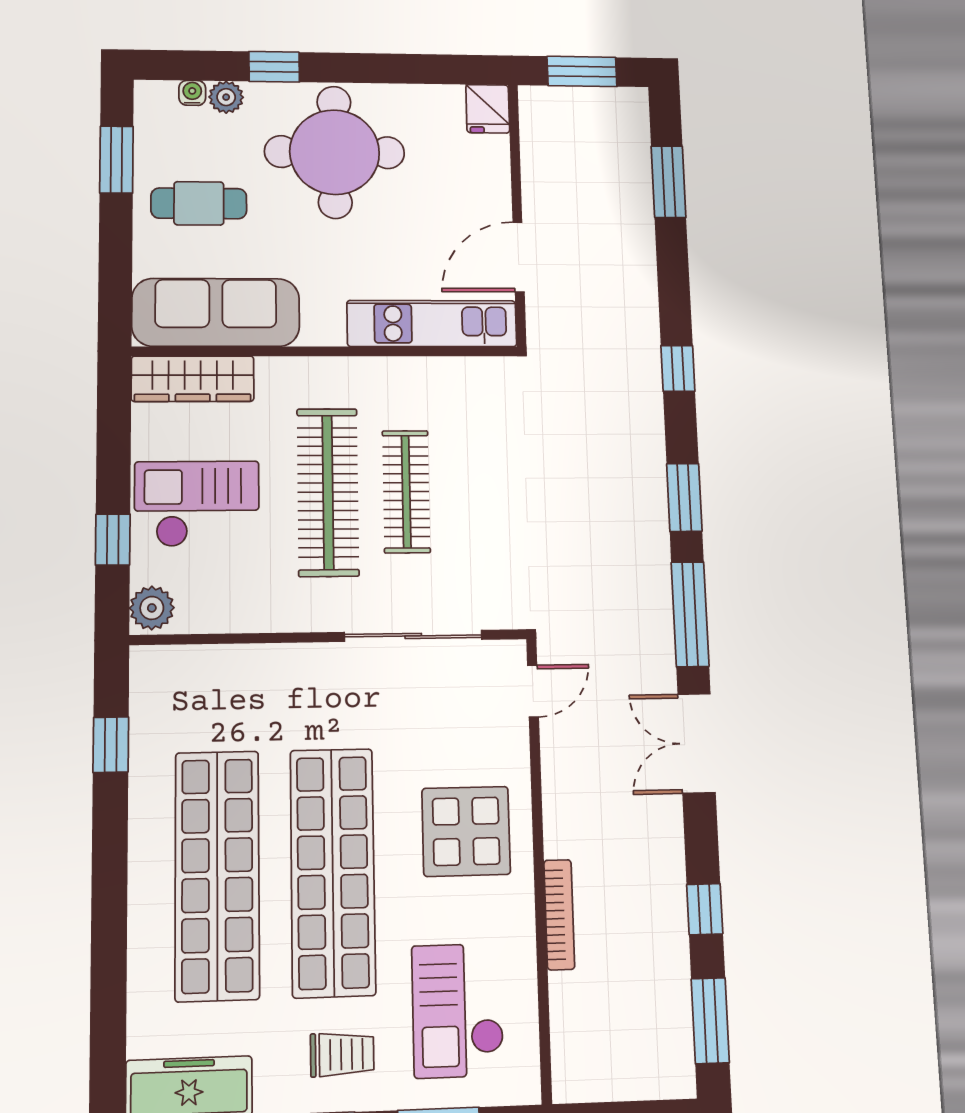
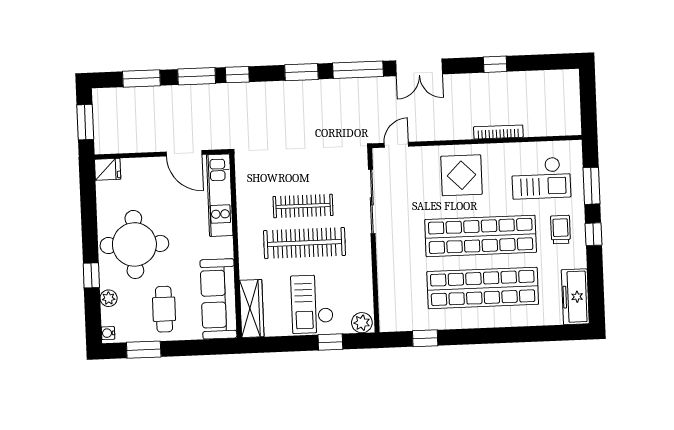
water cooler: (192, 93) -> (108, 333), moved
door: (533, 691) -> (396, 145), hinge flipped
window: (710, 1021) -> (197, 76), moved

